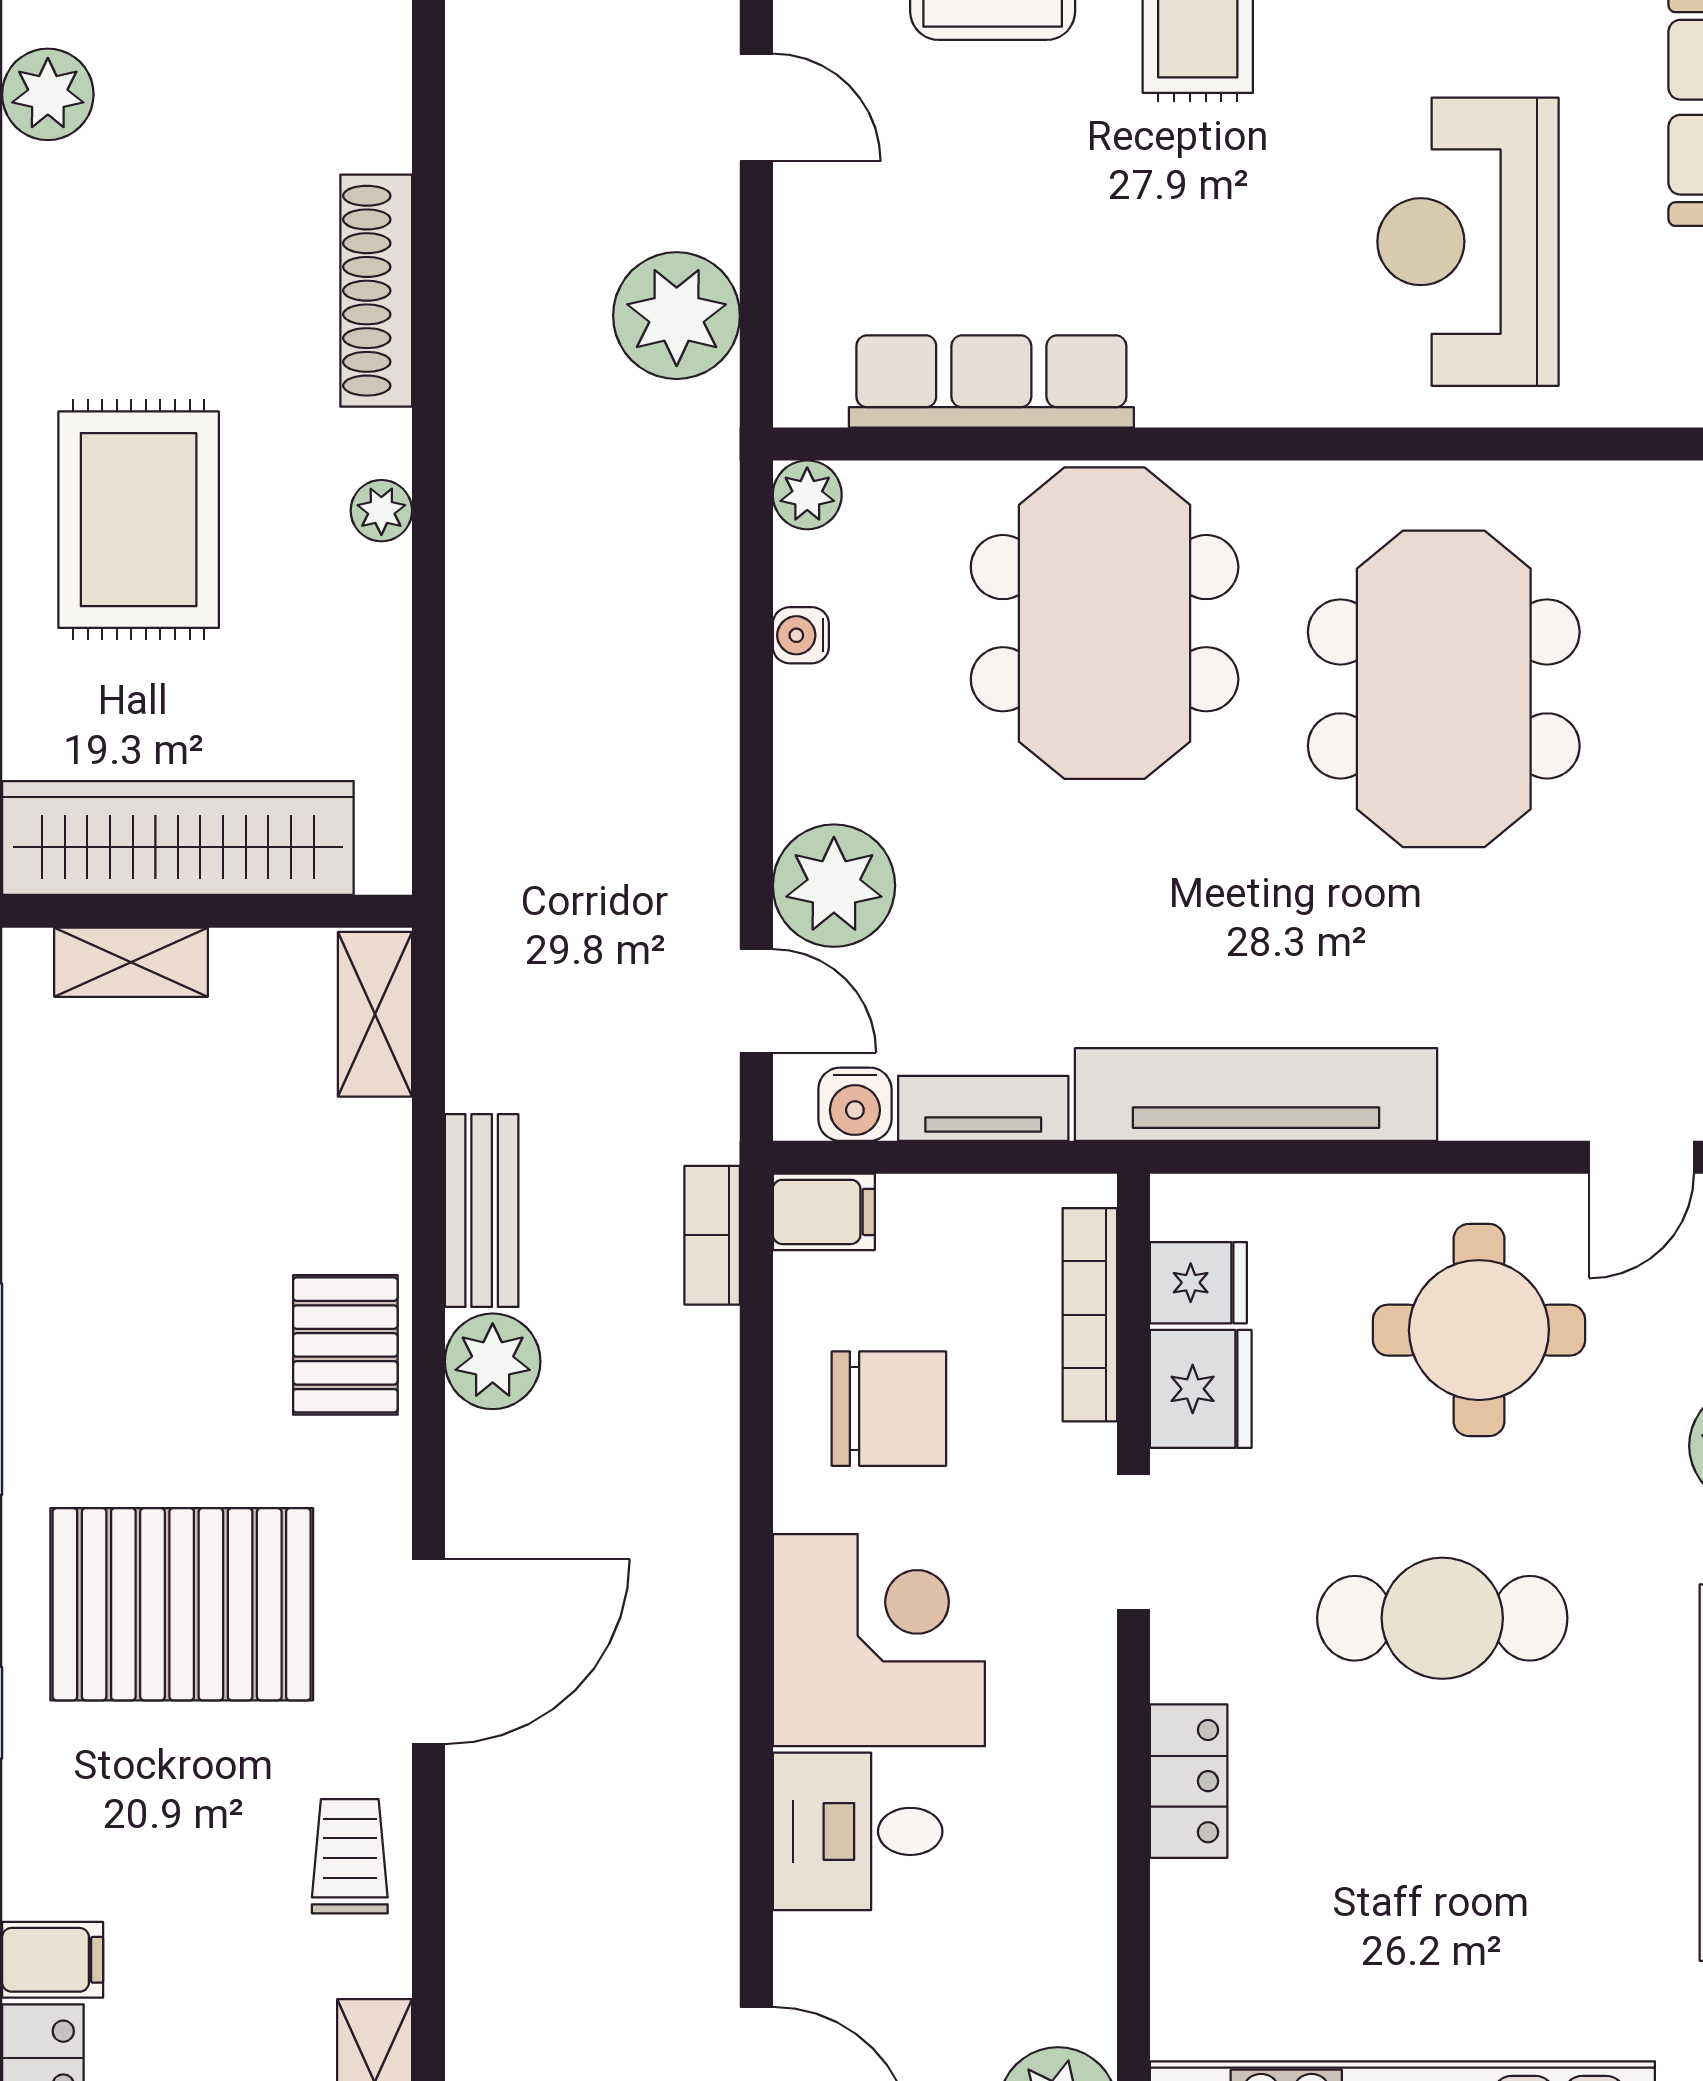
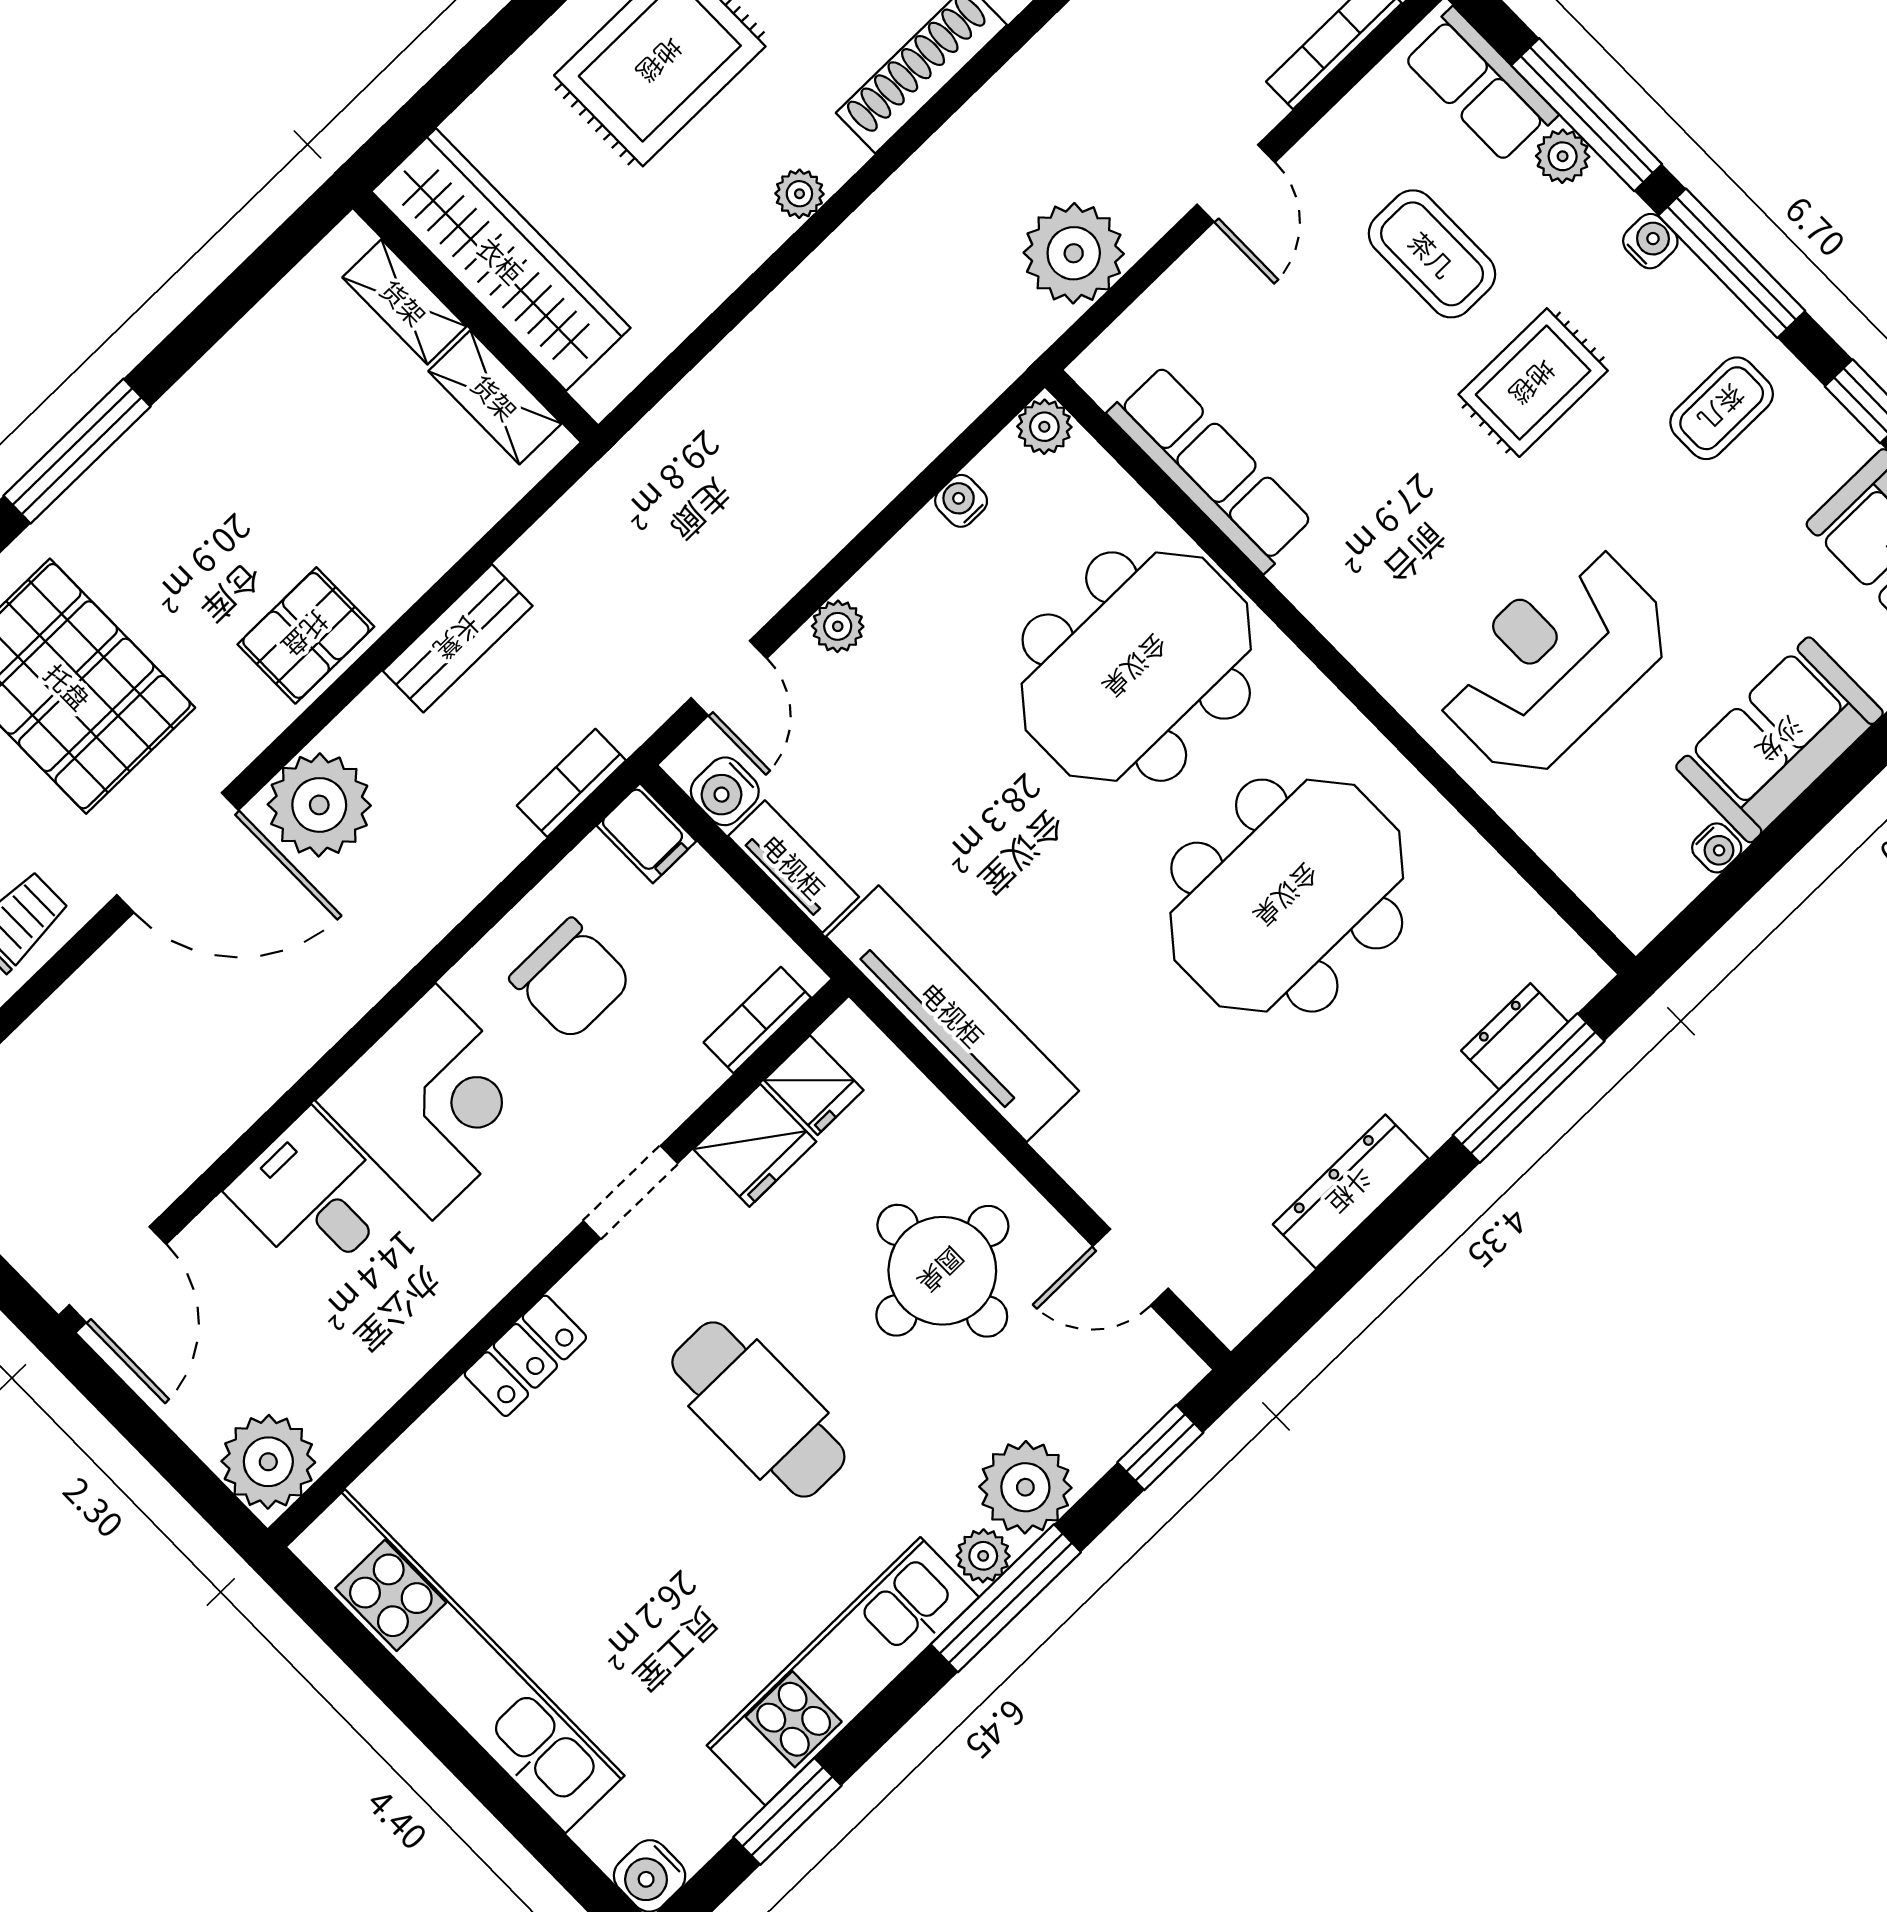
plant: (834, 886) -> (838, 626), width x0.53, depth x0.53
shelving: (375, 1014) -> (495, 397), moved, turned 90
bookcase: (1090, 1315) -> (757, 1020), width x0.64
plant: (493, 1361) -> (319, 805), moved, width x1.36, depth x1.36

